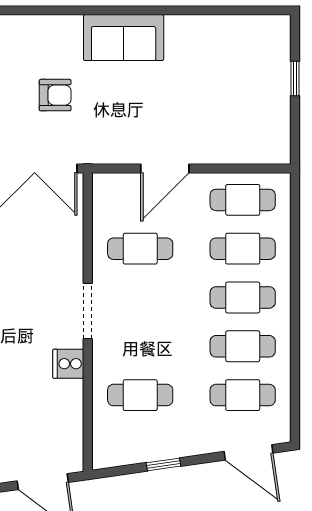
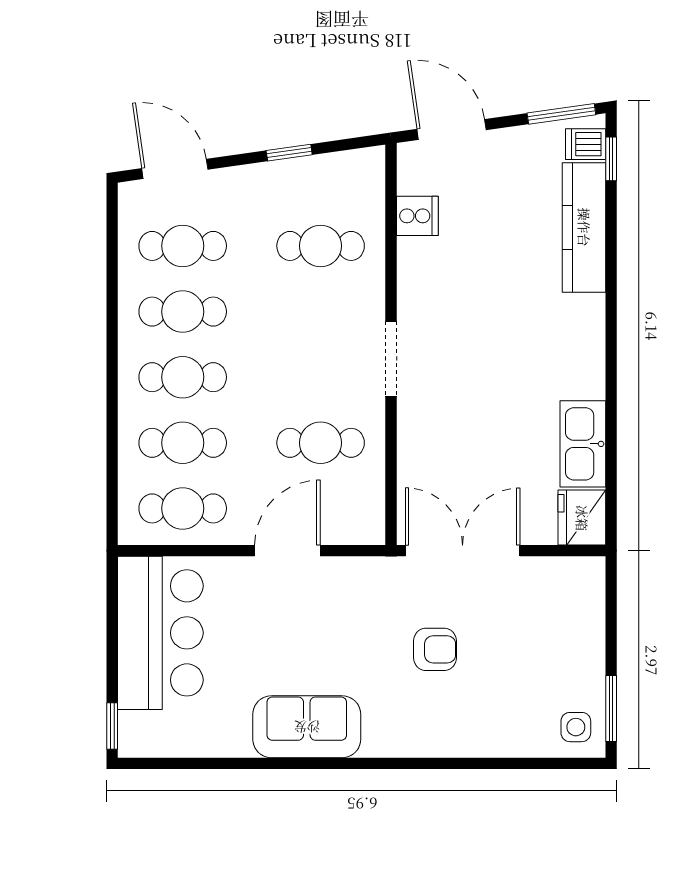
sofa: (124, 38) -> (307, 727), moved
window: (295, 79) -> (112, 726), moved
armchair: (55, 95) -> (435, 649), turned 180
bar counter: (259, 107) -> (160, 633), added
cooker: (68, 364) -> (417, 216), moved

